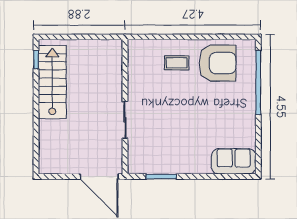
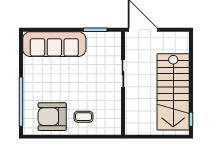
stairs: (52, 82) -> (173, 92), width x1.36, depth x1.51
sofa: (234, 161) -> (54, 44), width x1.85, depth x1.27

